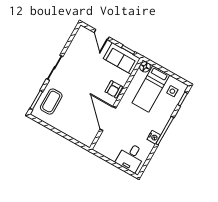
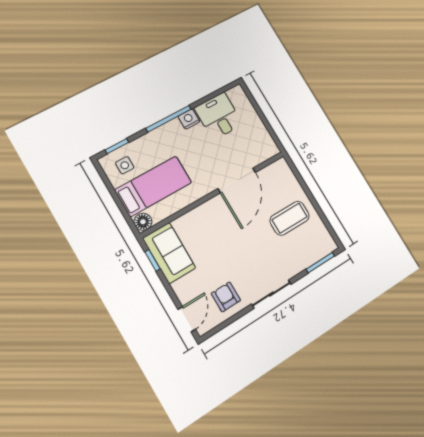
door: (102, 35) -> (187, 319), moved
armchair: (114, 89) -> (226, 297), moved, turned -90
coffee table: (51, 102) -> (290, 218), moved
desk: (131, 157) -> (219, 116), moved, turned -90

